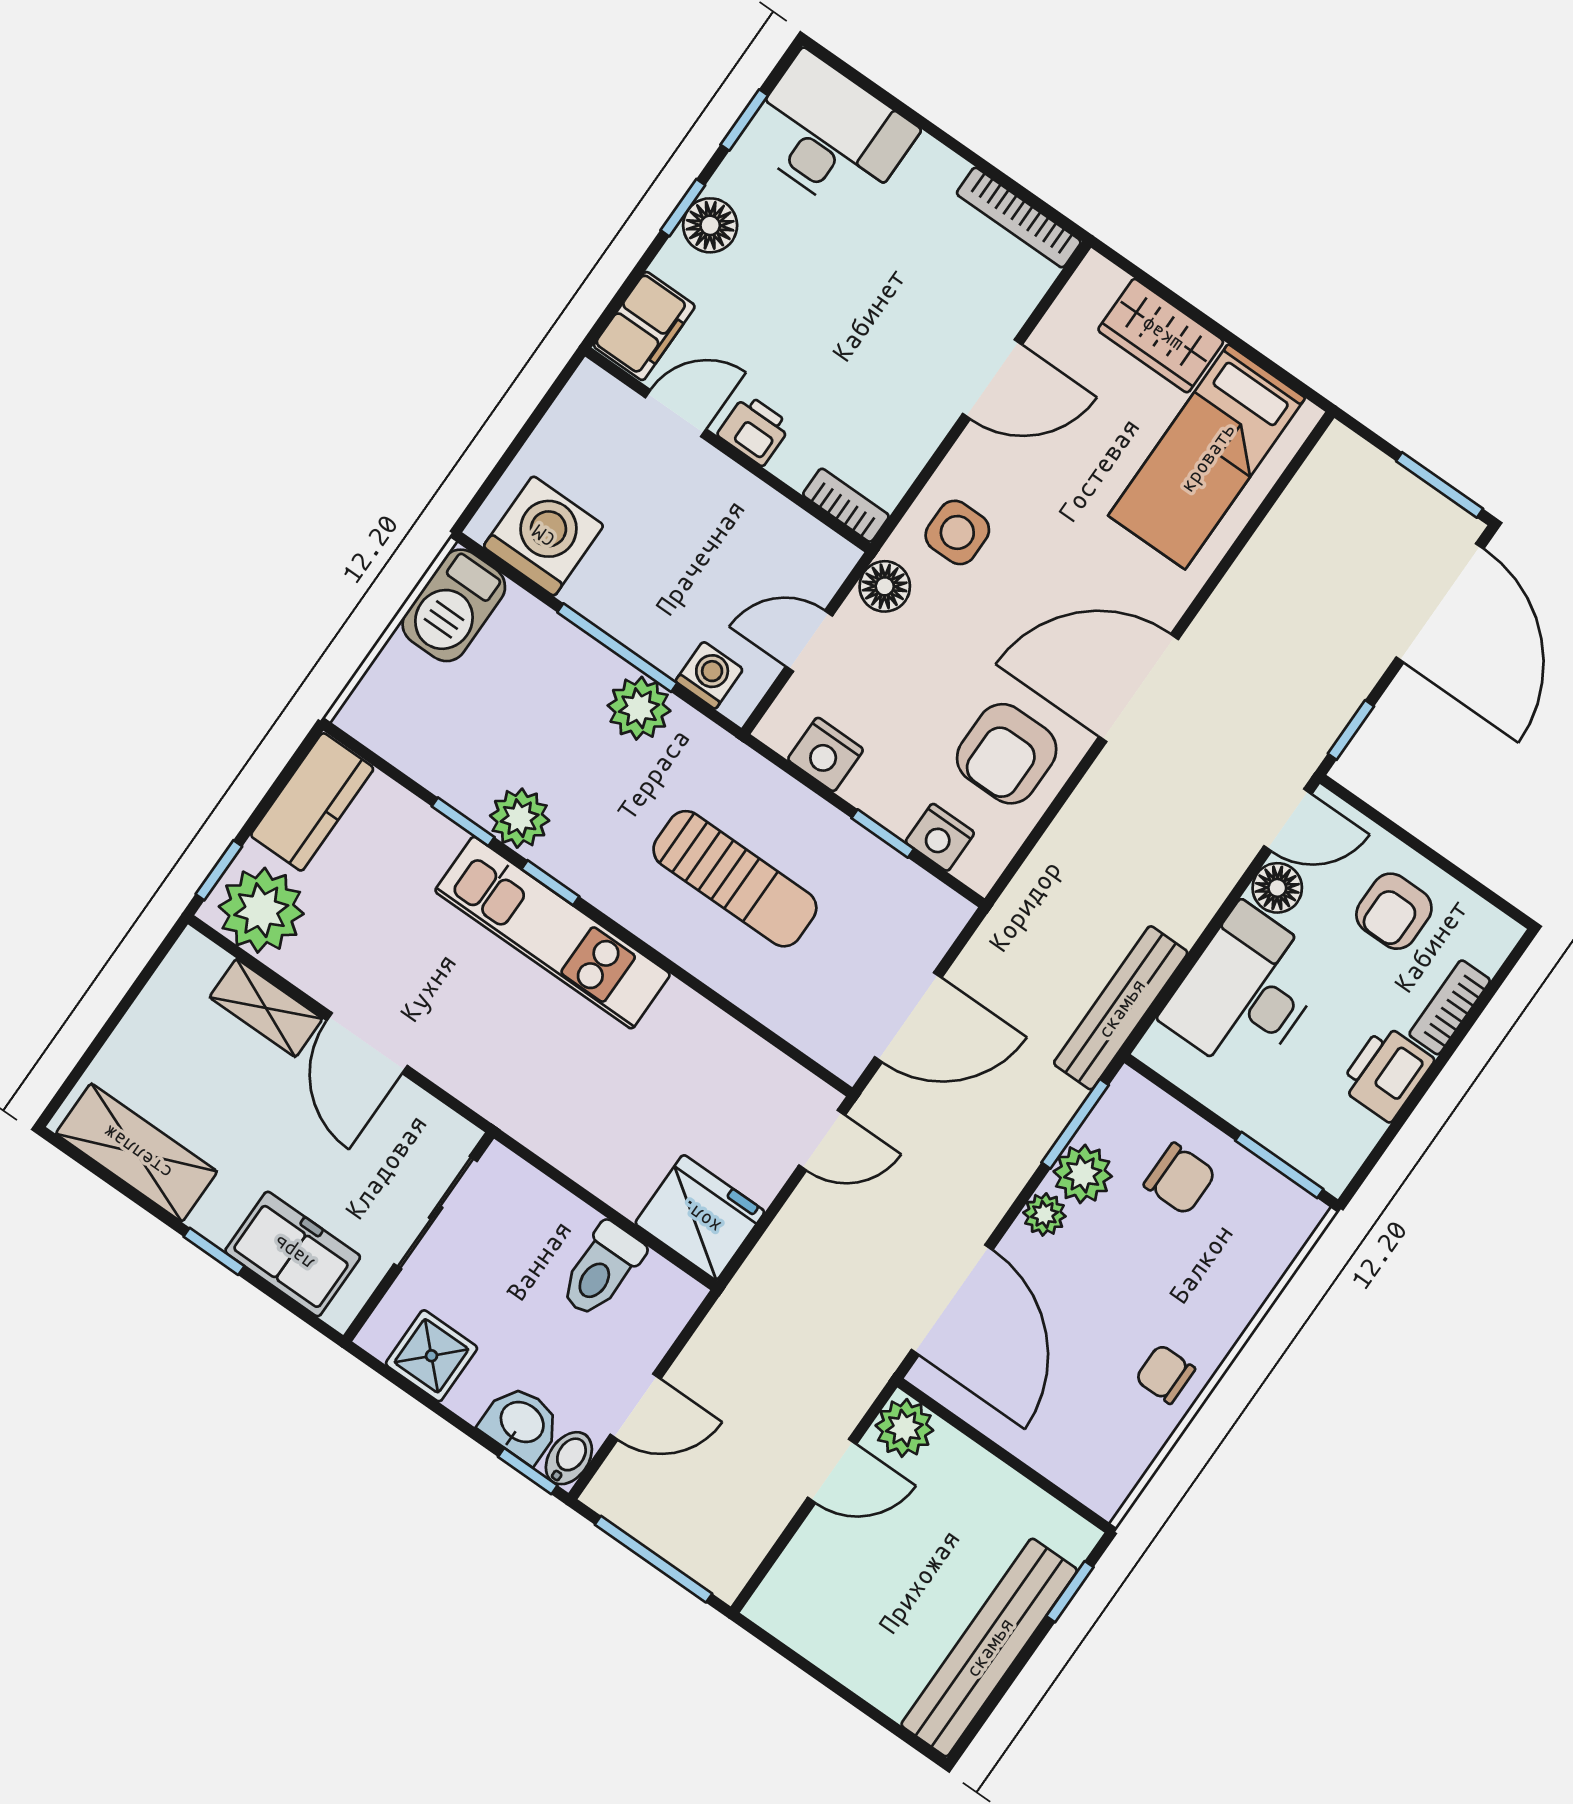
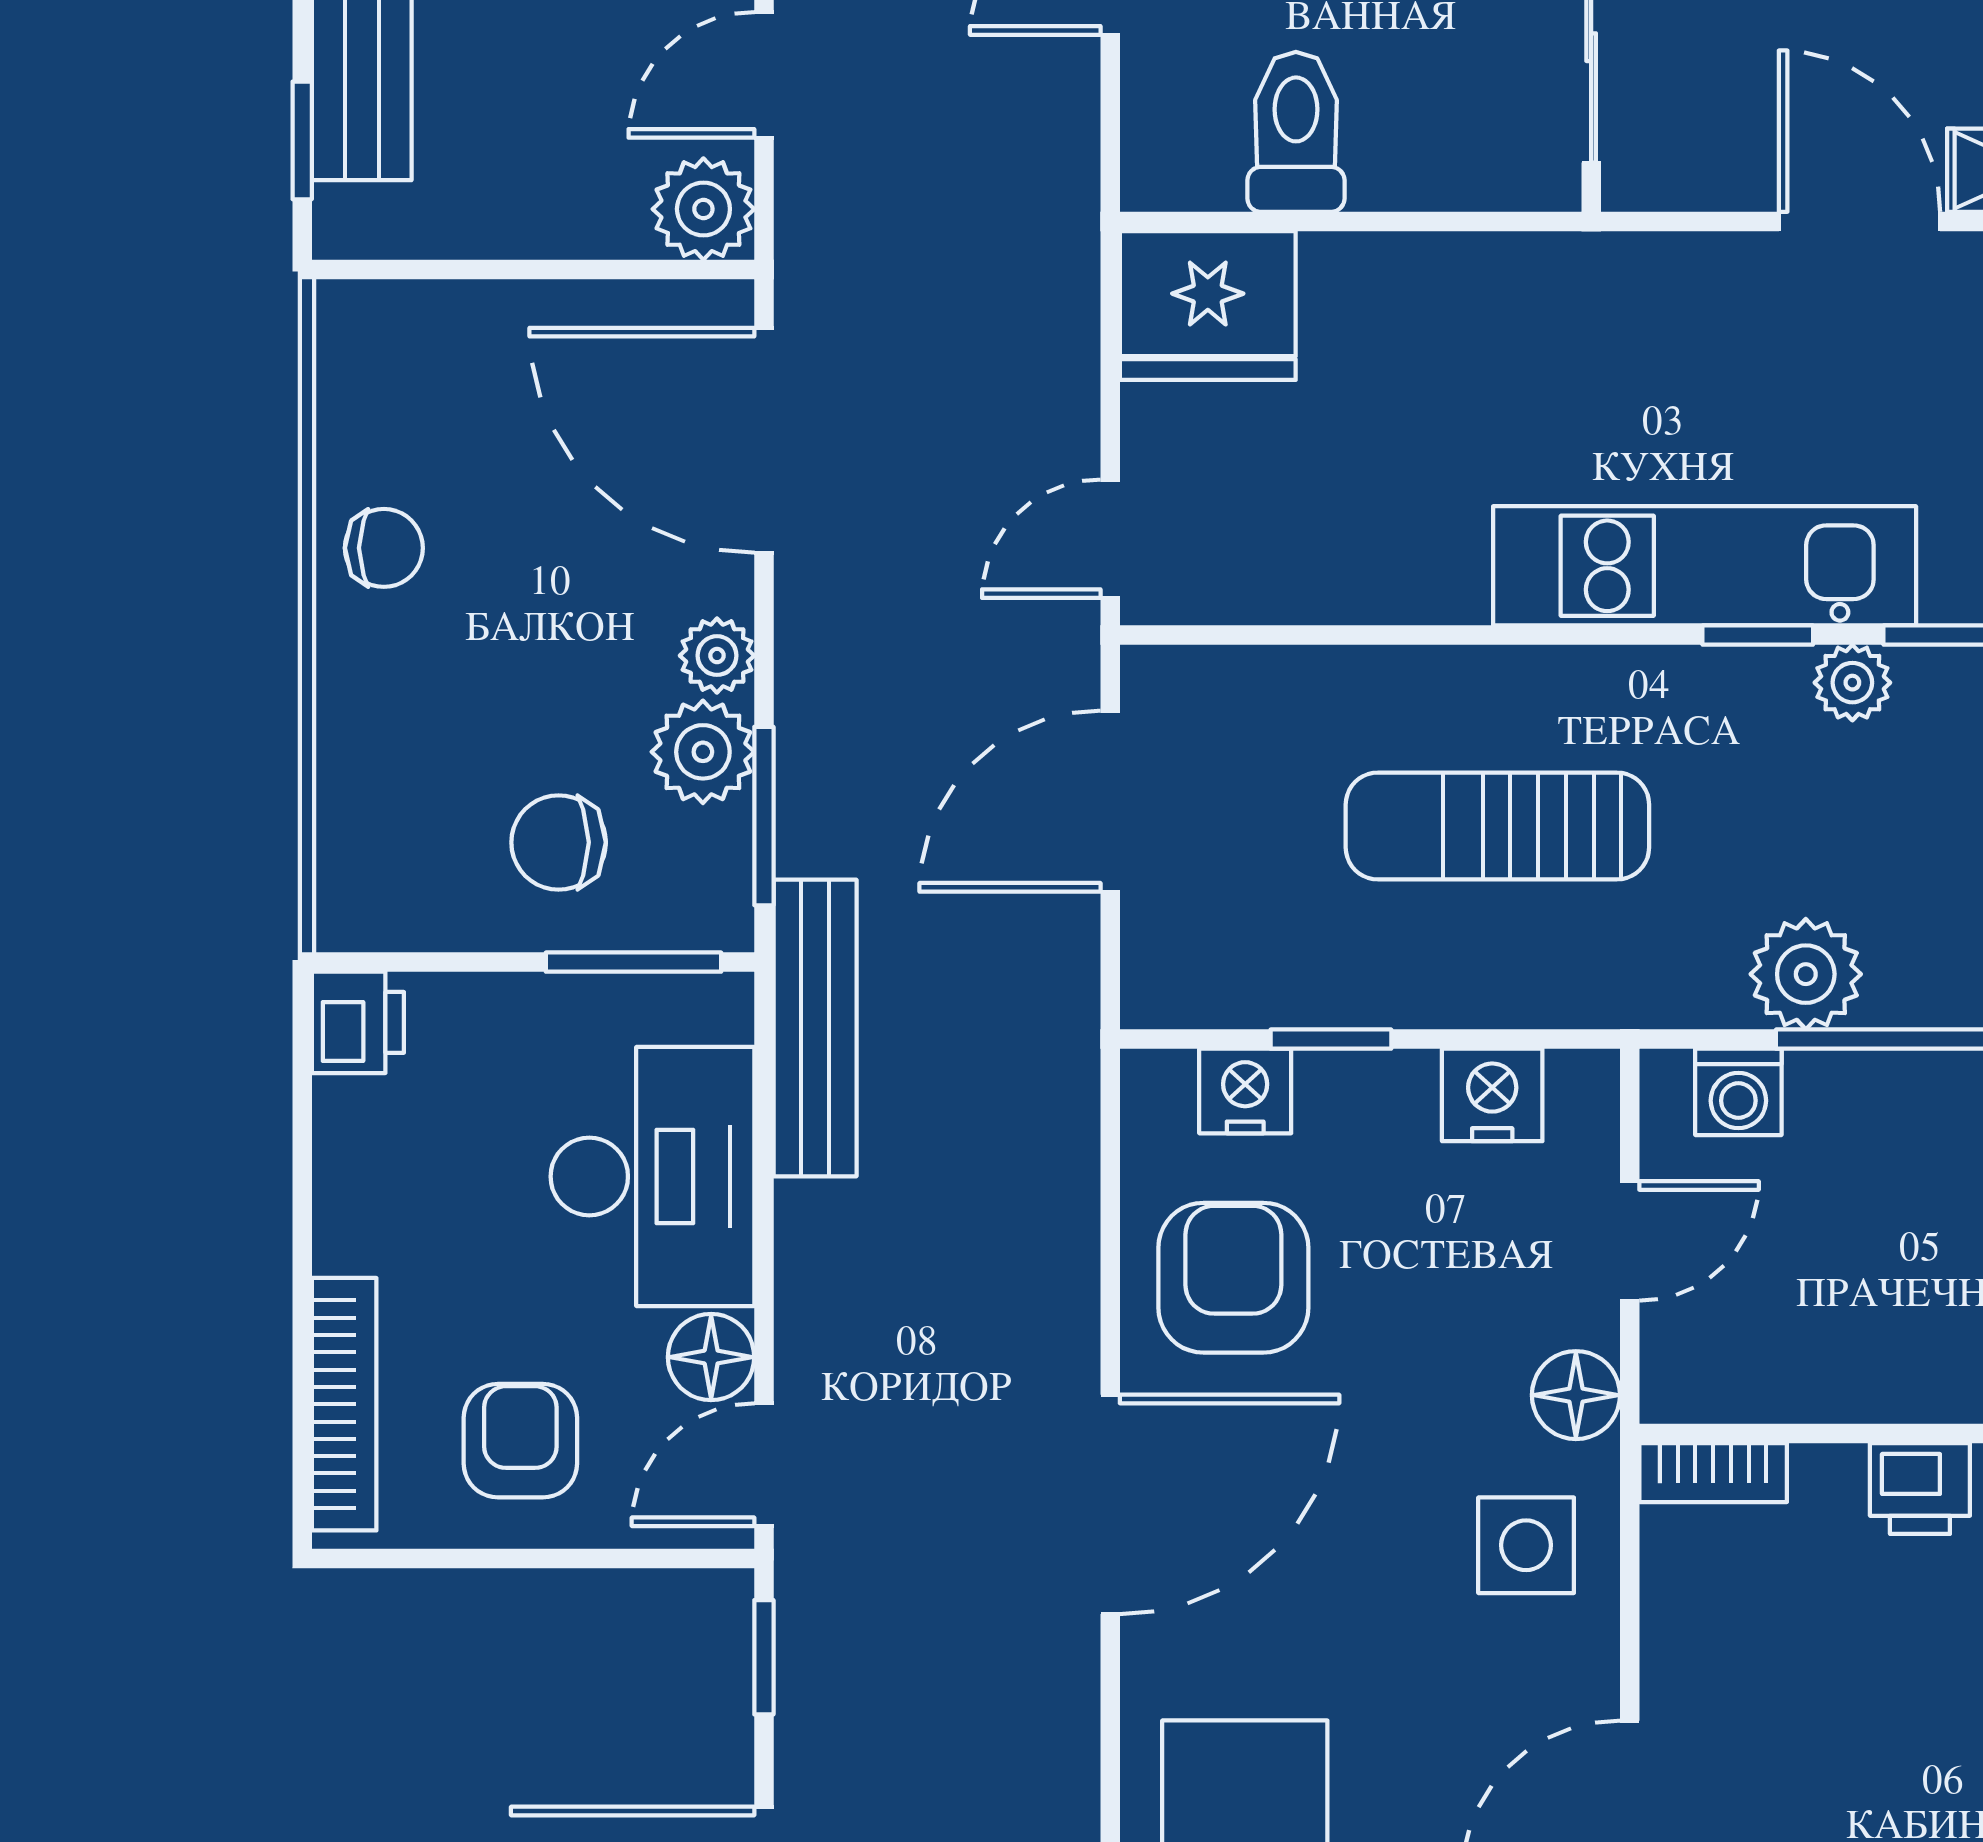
plant: (520, 818) -> (1852, 683), width x0.73, depth x0.73
bookcase: (1450, 1007) -> (344, 1404), width x1.56
printer: (1386, 1073) -> (358, 1022), moved, width x0.73, depth x0.81
window: (1279, 1165) -> (634, 962), moved

